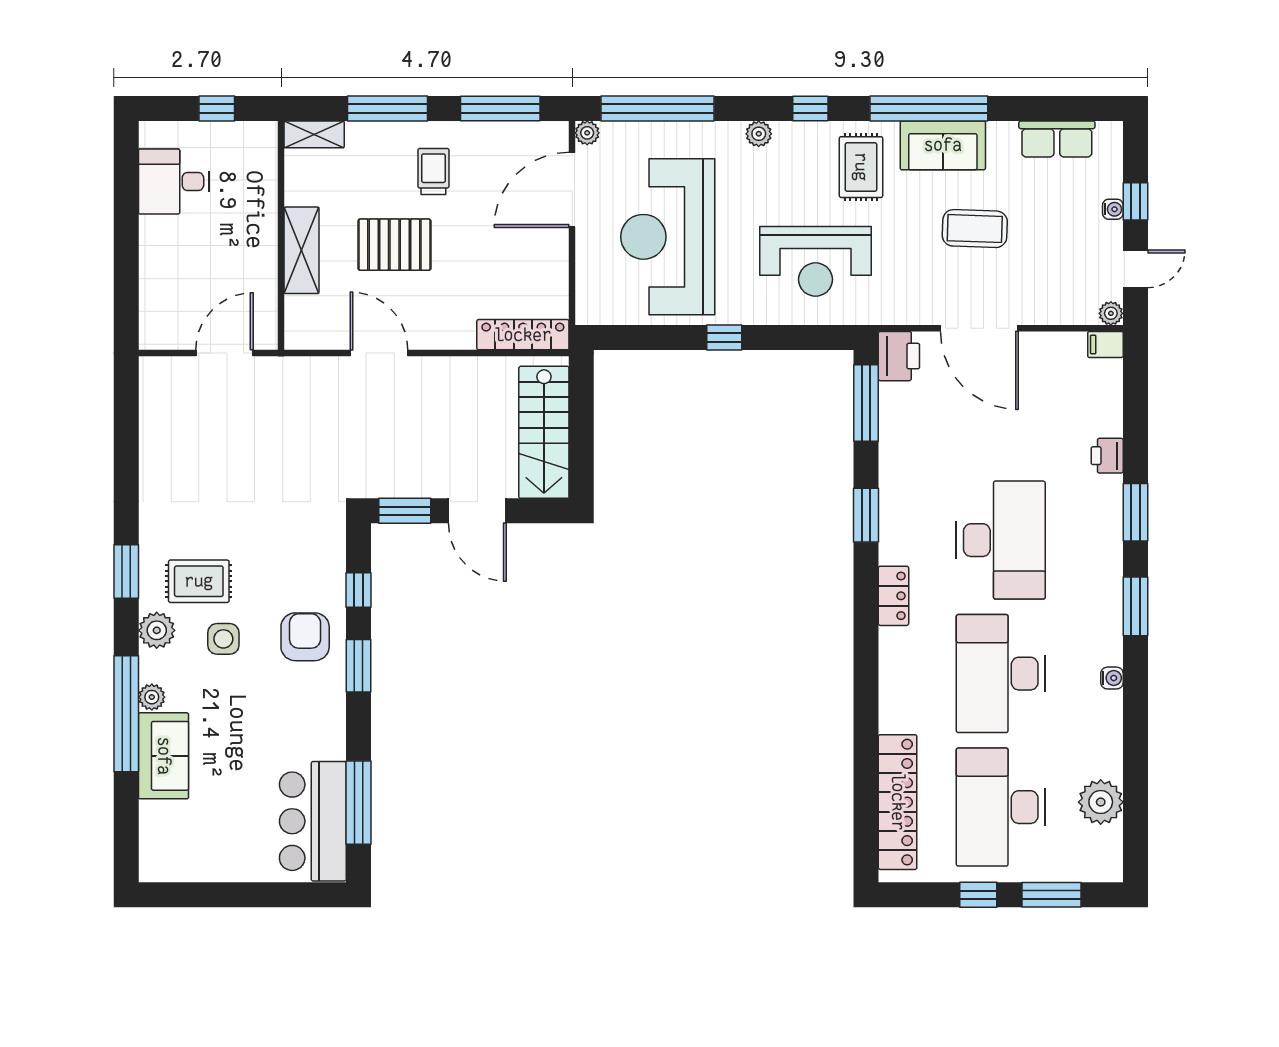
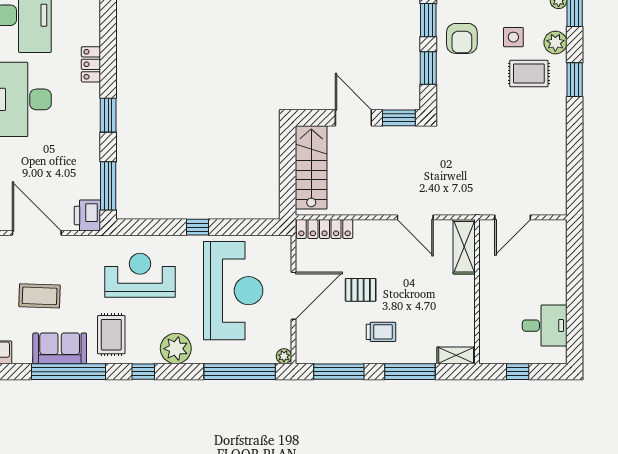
plant: (759, 134) -> (176, 349), width x1.88, depth x1.88
trolley: (433, 171) -> (381, 332), turned -90
door: (572, 190) -> (294, 296), moved
pallet: (394, 245) -> (361, 290), moved, width x0.67, depth x0.71
shelving: (301, 250) -> (464, 247), moved
window: (358, 590) -> (428, 68), width x1.50

